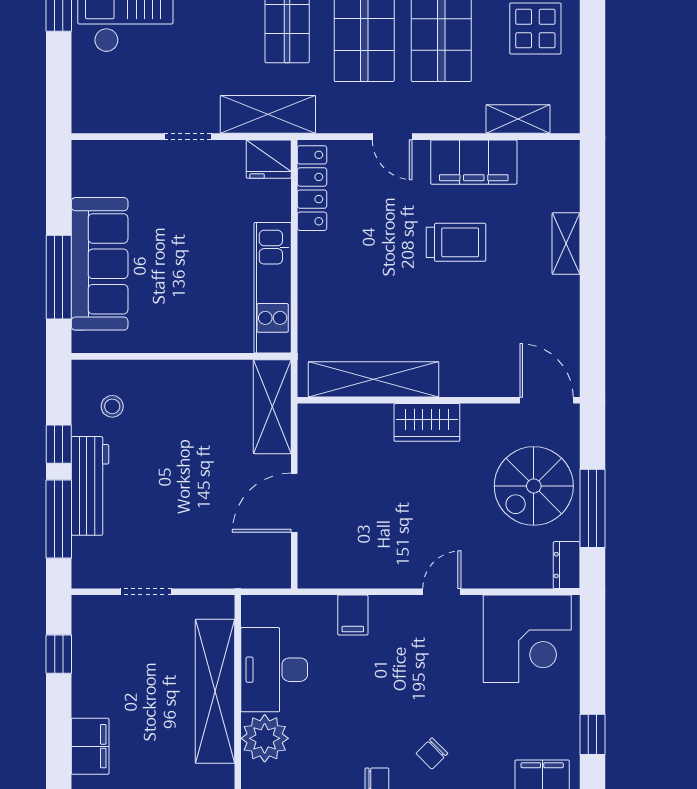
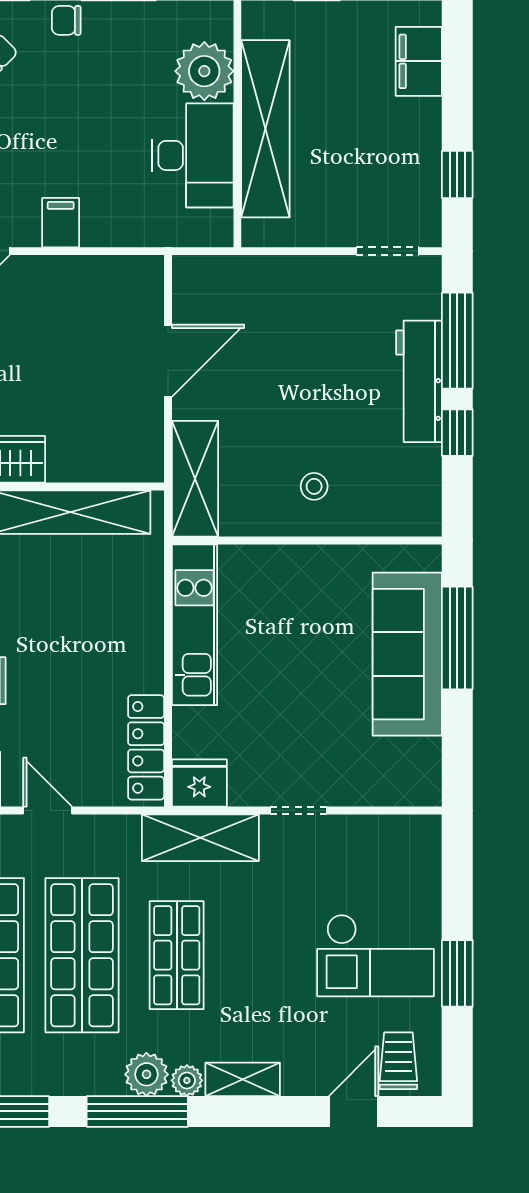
stool: (112, 406) -> (314, 486), moved
doorway: (146, 592) -> (388, 251), moved
filing cabinet: (353, 615) -> (61, 223), moved

